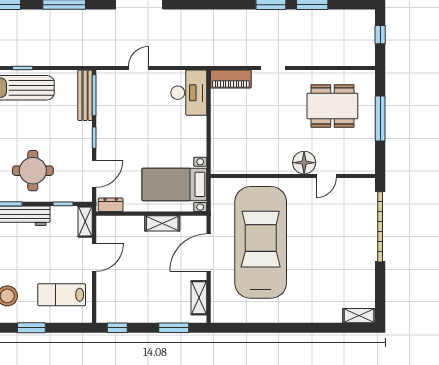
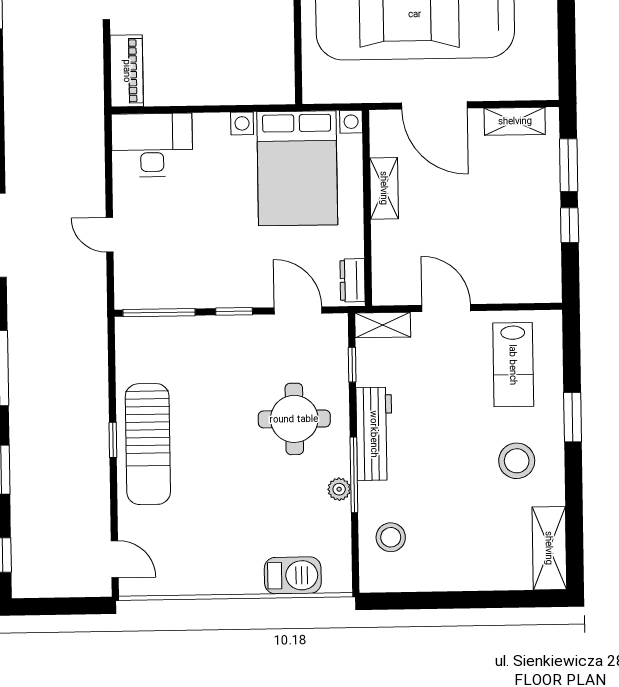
bench: (85, 95) -> (160, 329), removed
bed with nightstands: (174, 184) -> (297, 168), width x1.36
window: (117, 328) -> (570, 225), moved

